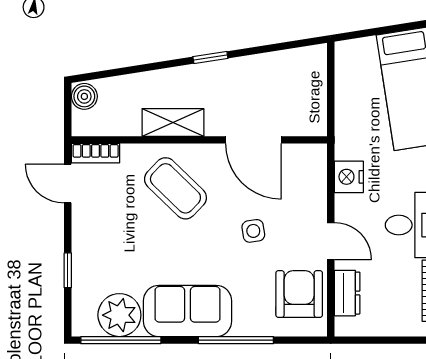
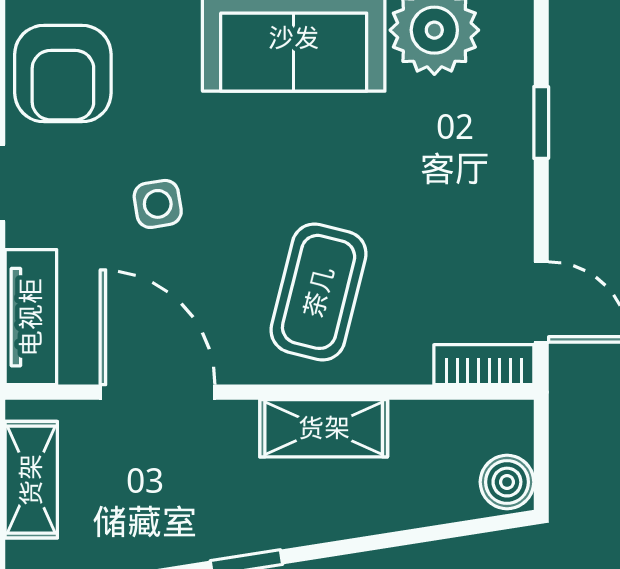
shelving: (314, 98) -> (31, 480), added
tv unit: (315, 176) -> (31, 317), added
coffee table: (175, 188) -> (319, 292), turned 60

